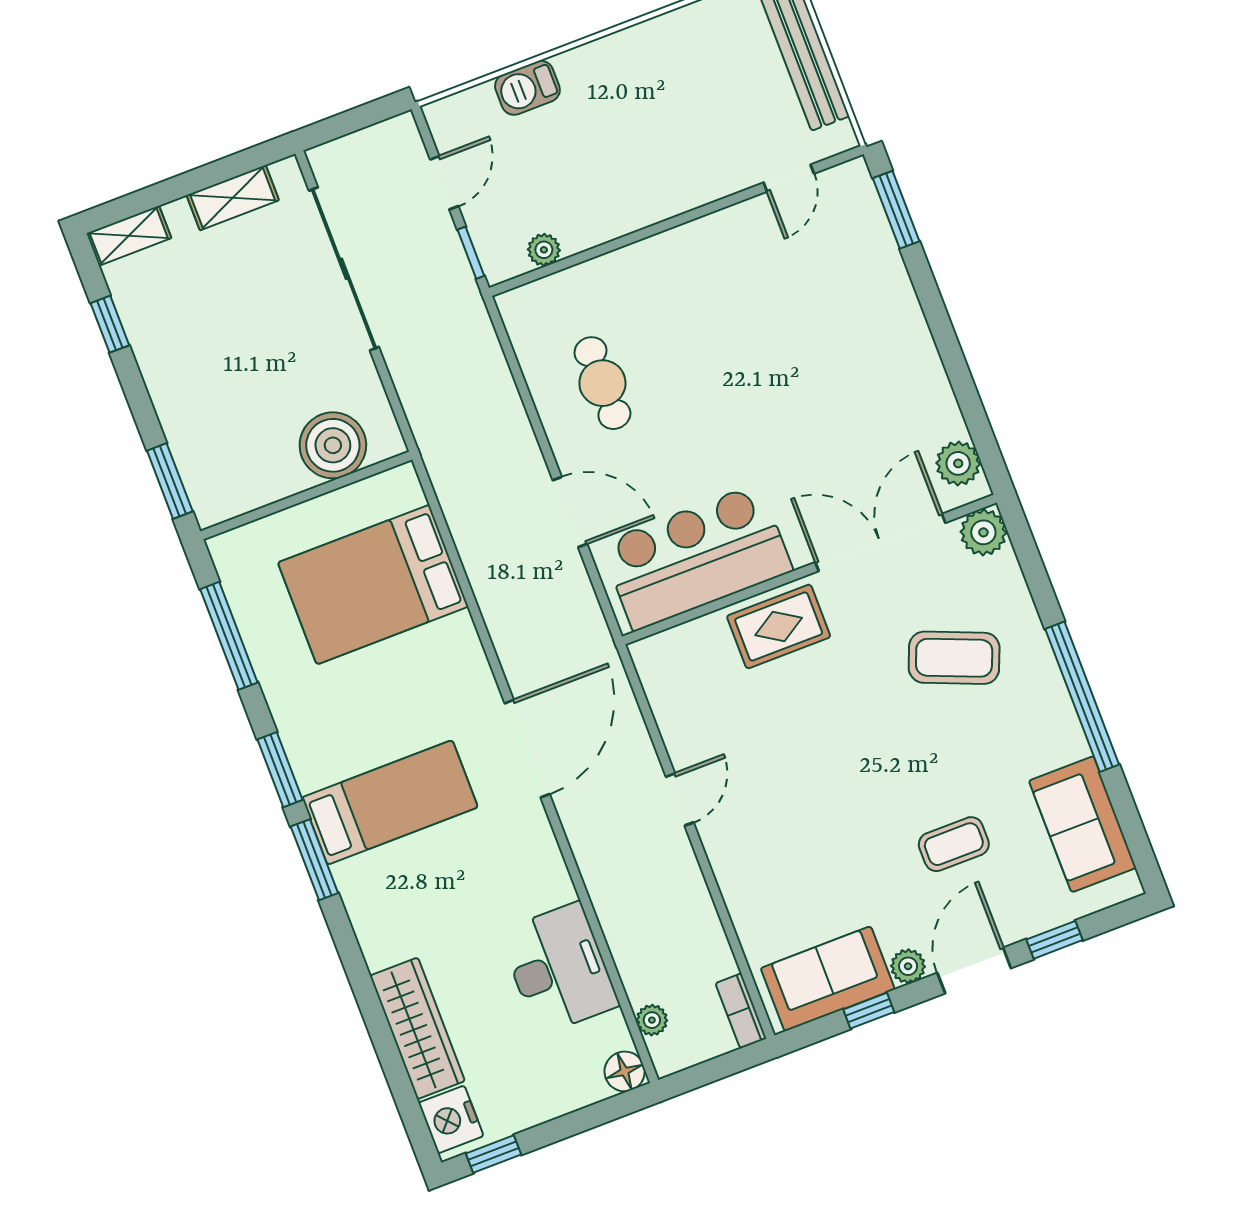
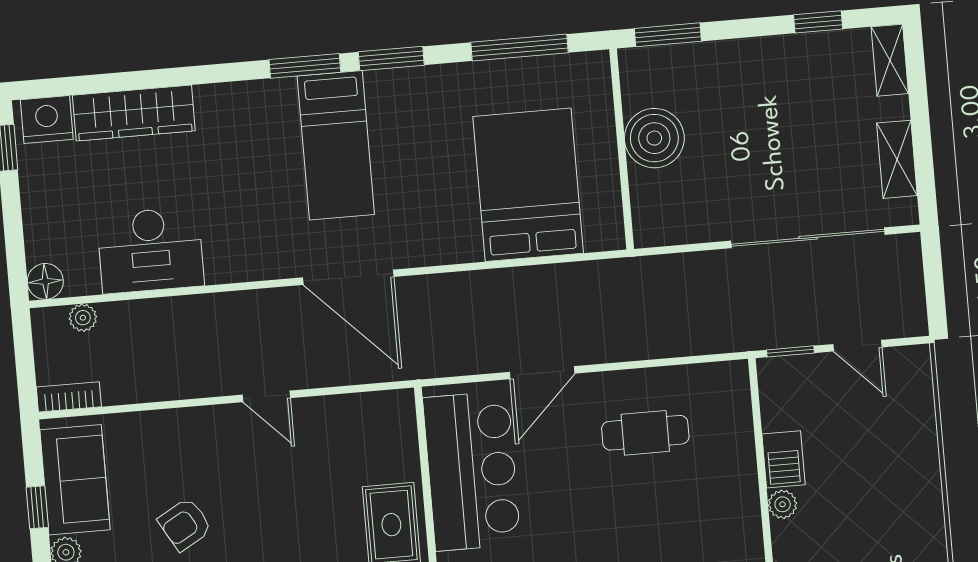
barbecue: (527, 88) -> (784, 459), moved, turned 180
plant: (544, 250) -> (783, 504), moved
boiler: (333, 445) -> (654, 138), moved
armchair: (842, 847) -> (185, 524), added

